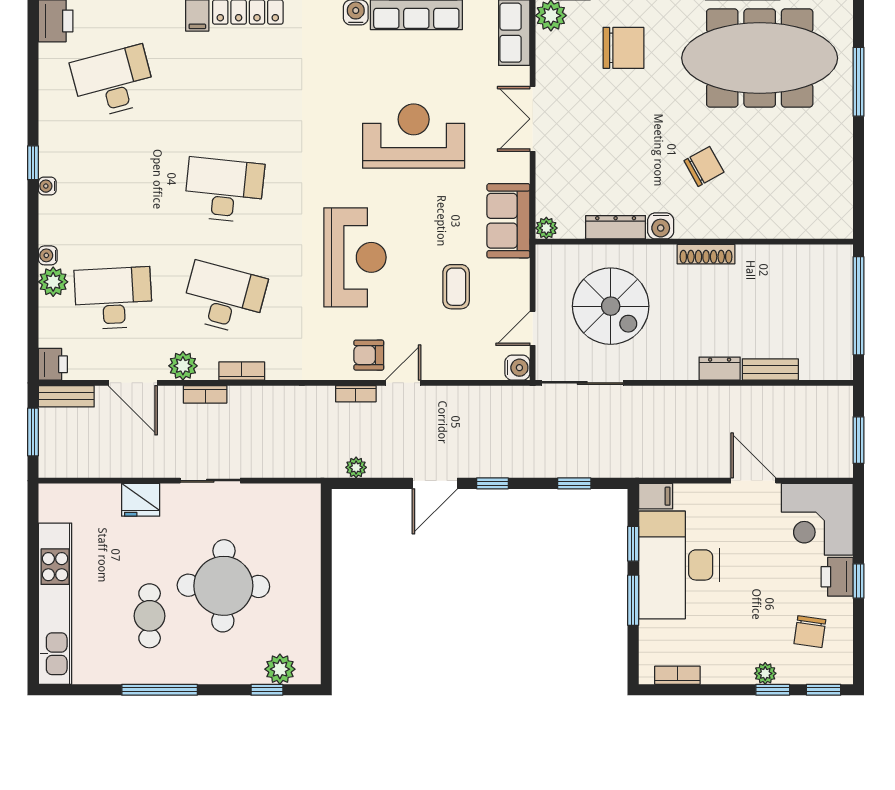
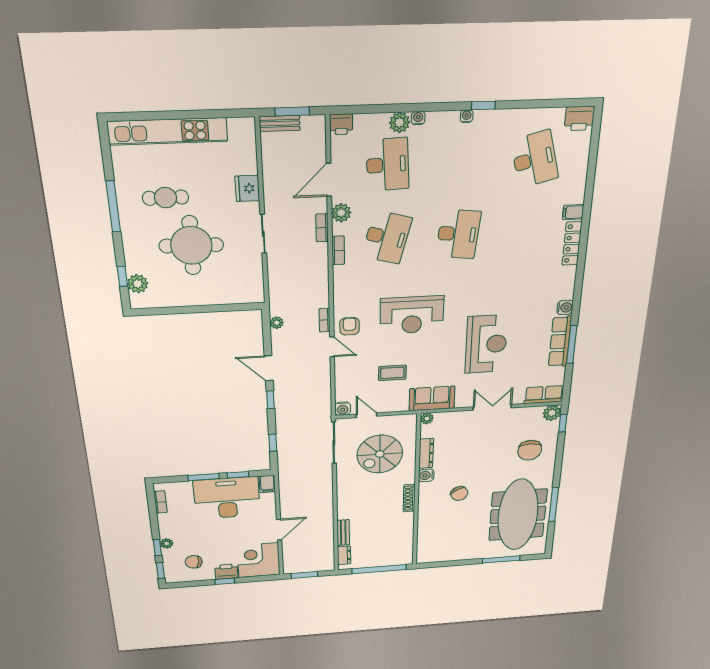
dresser: (720, 369) -> (344, 555), moved
bench: (66, 396) -> (280, 123), moved, turned 90

